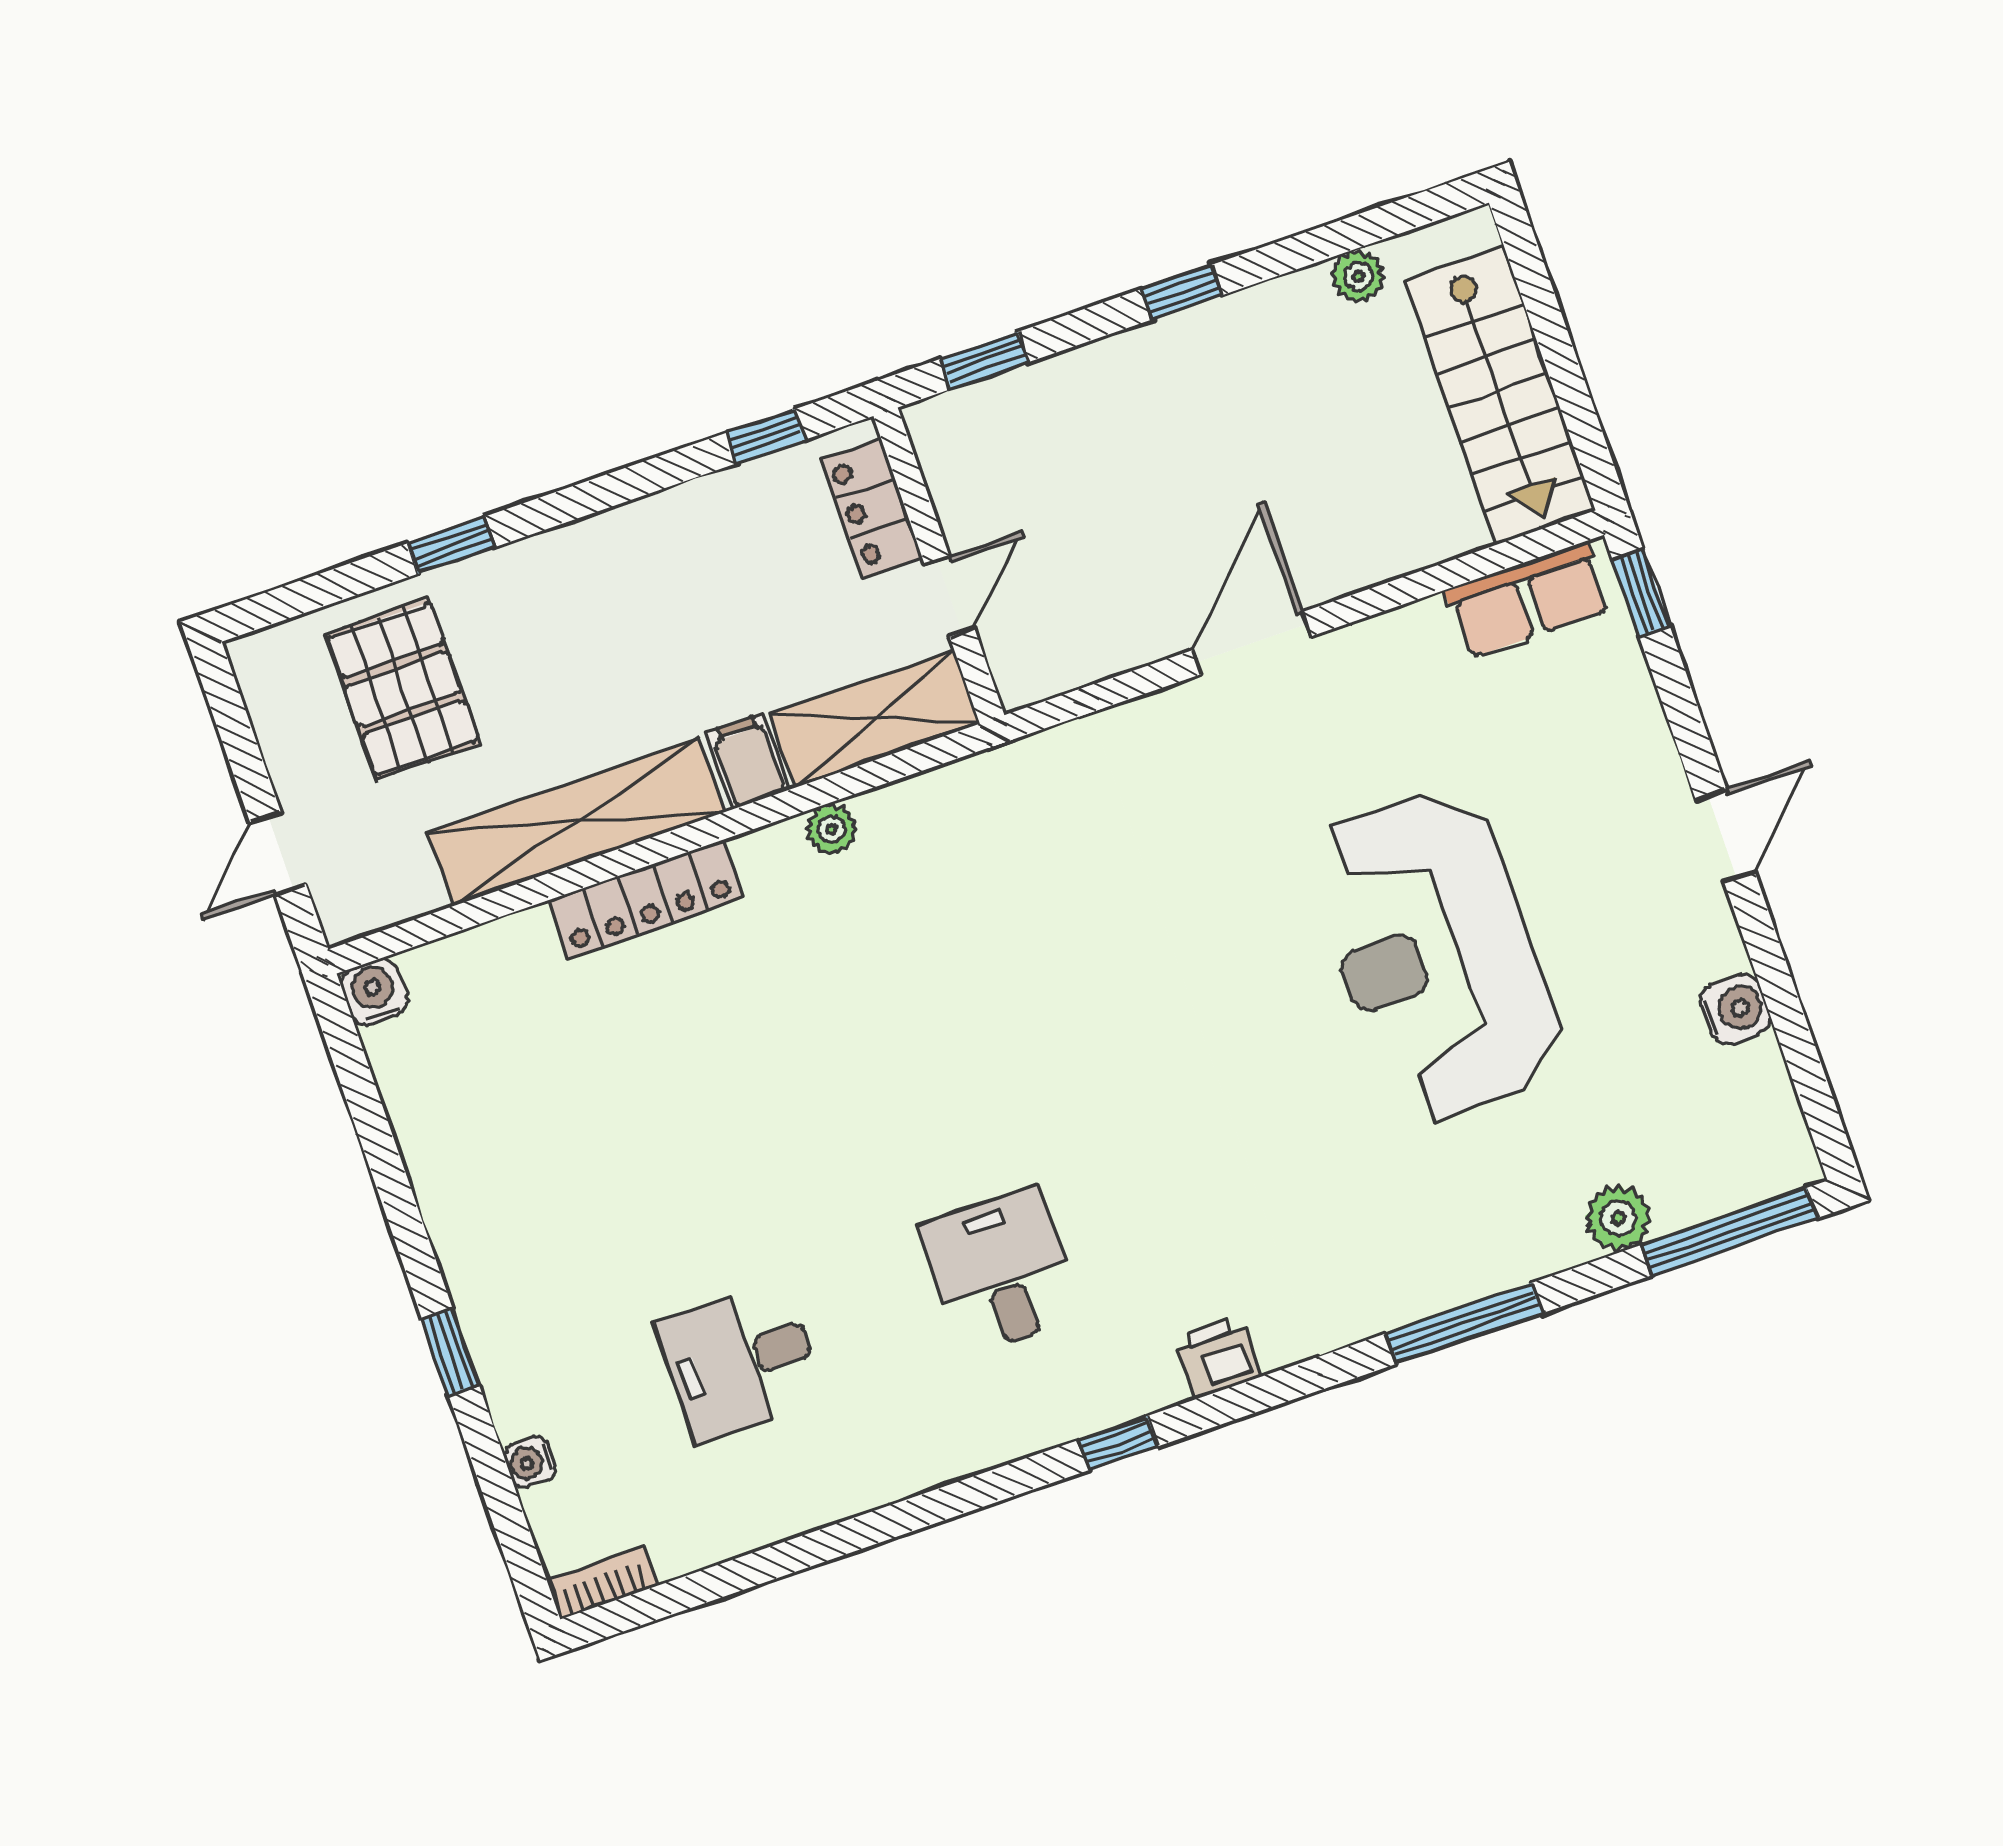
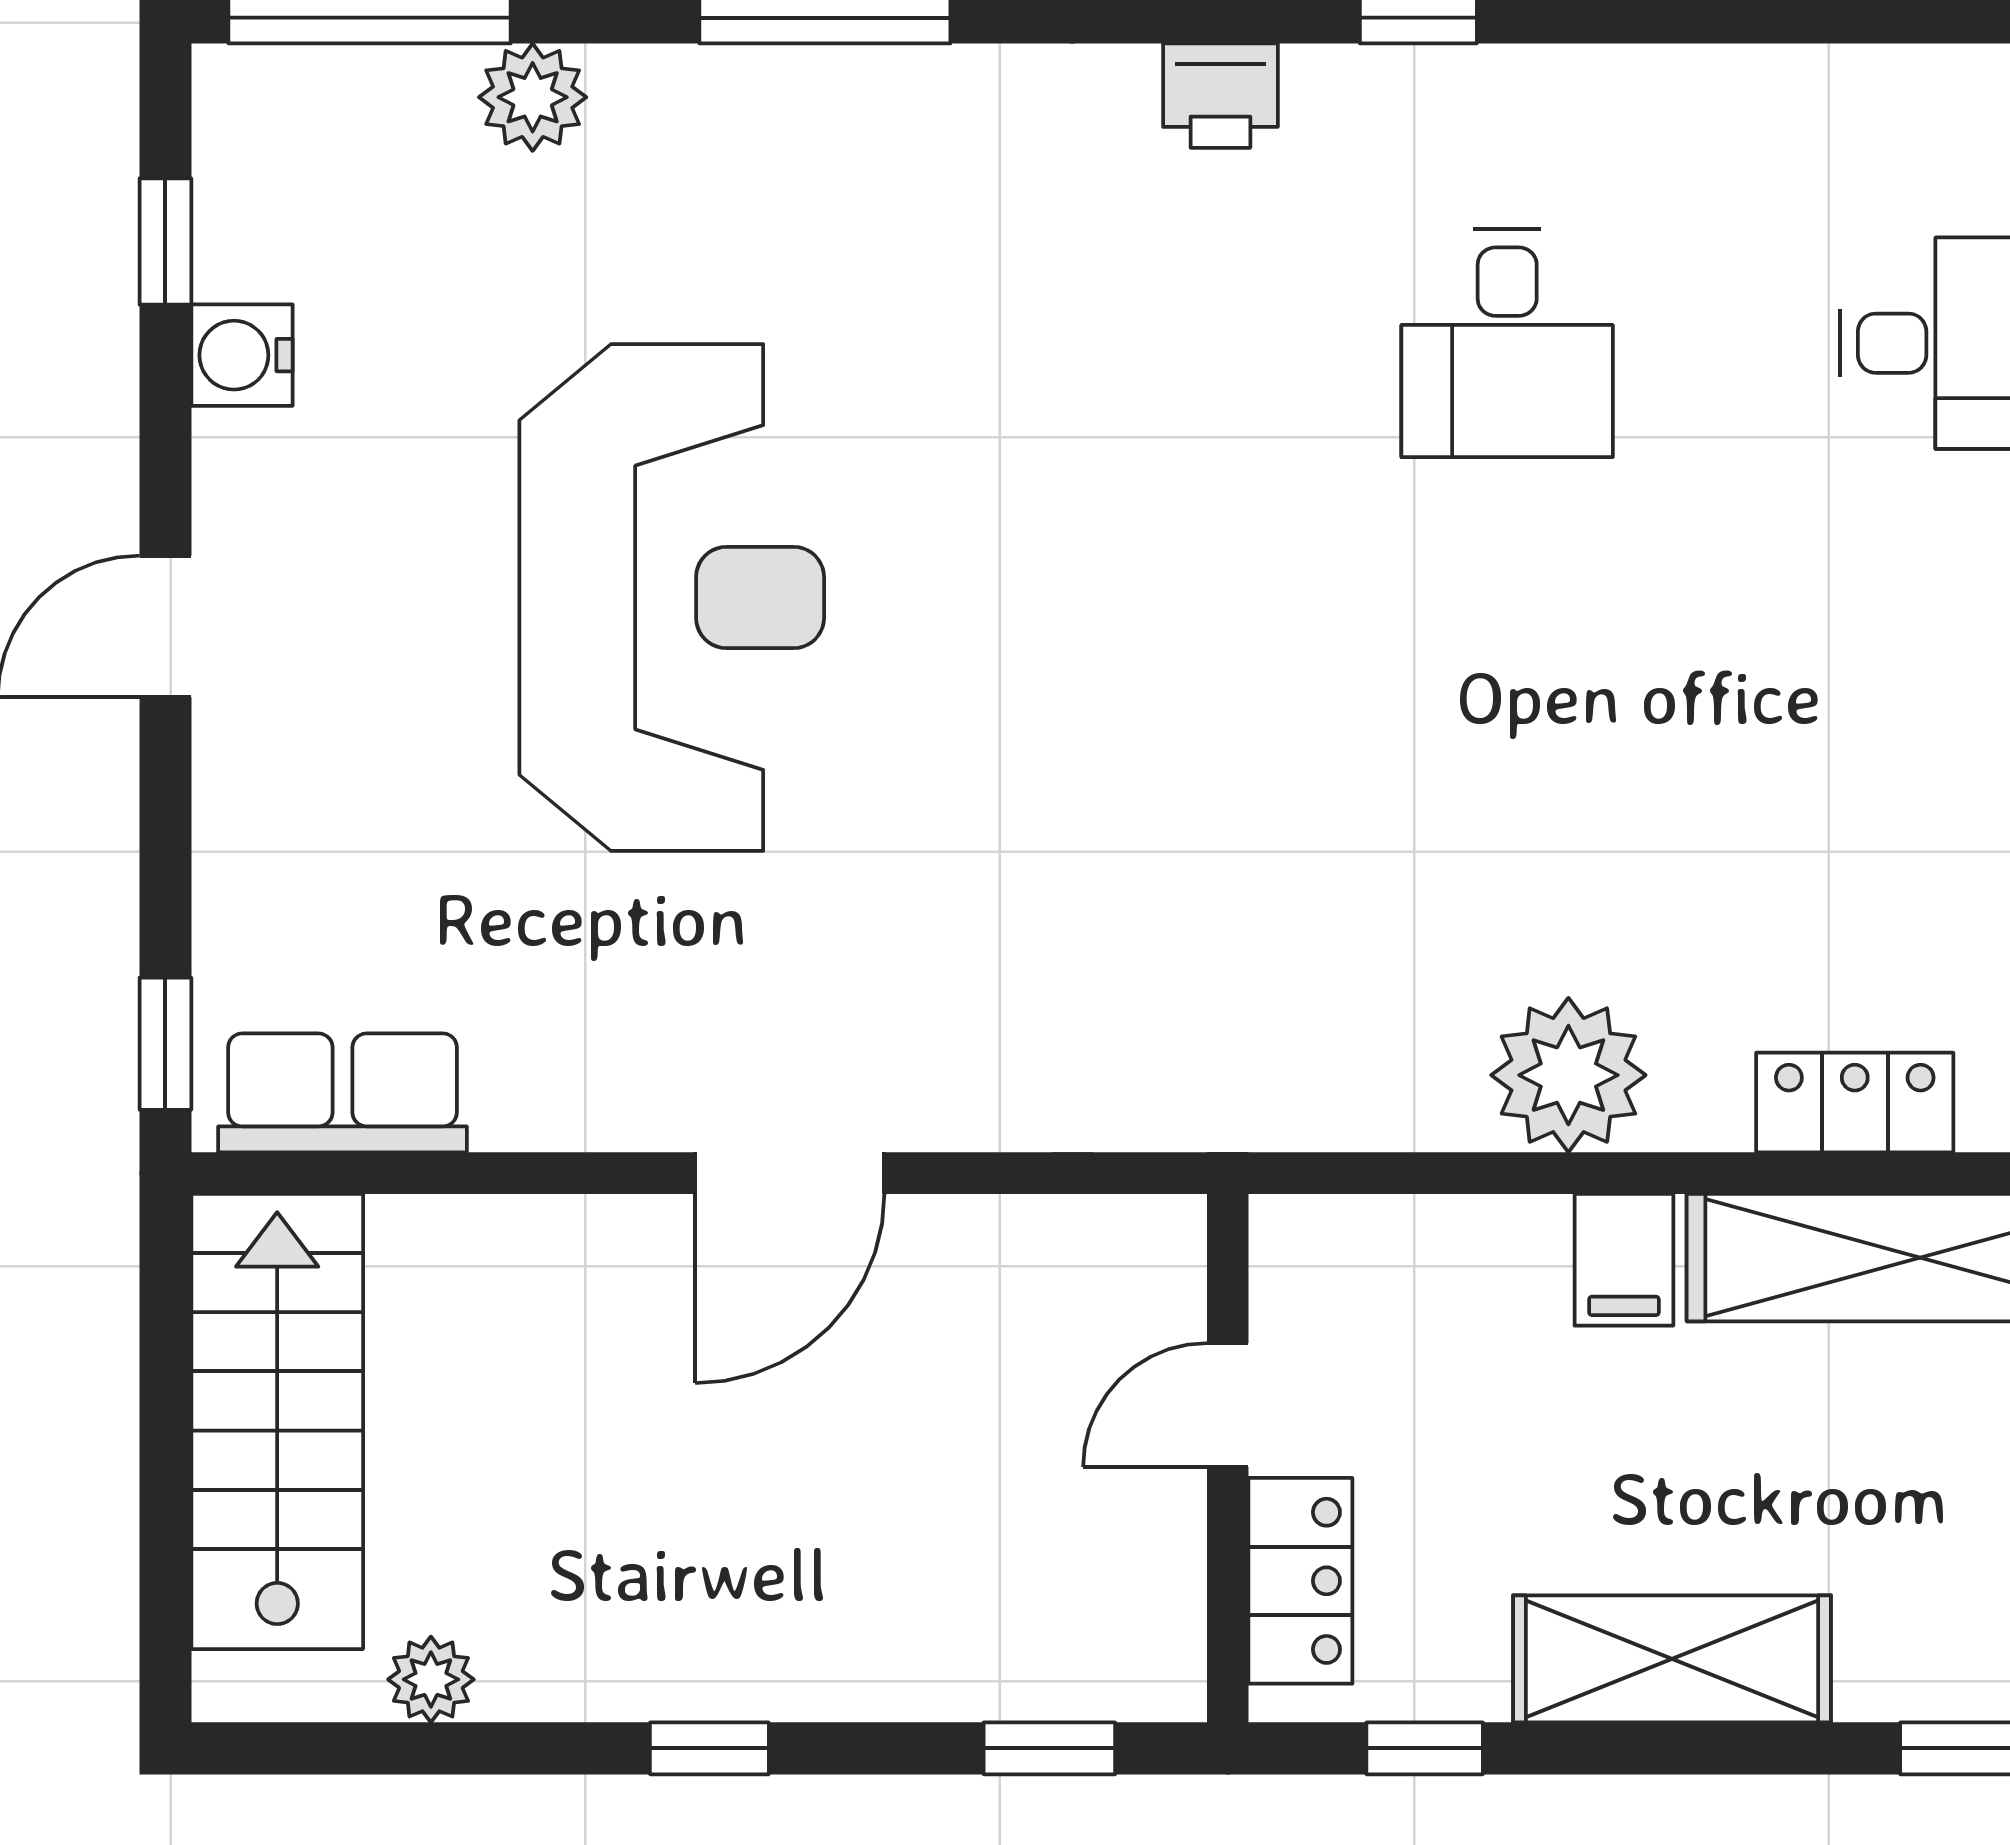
shelving: (875, 719) -> (1672, 1659), moved
plant: (831, 829) -> (1568, 1075), width x1.87, depth x1.87
locker: (645, 899) -> (1855, 1103), width x0.66
window: (1803, 1060) -> (165, 241), added

